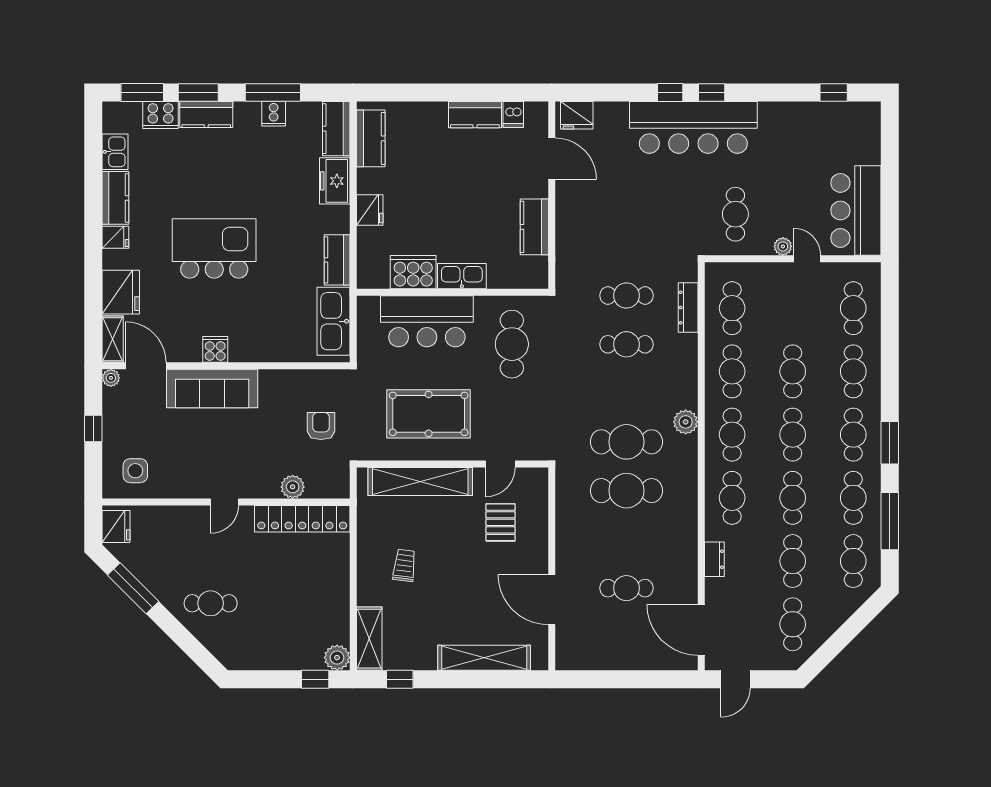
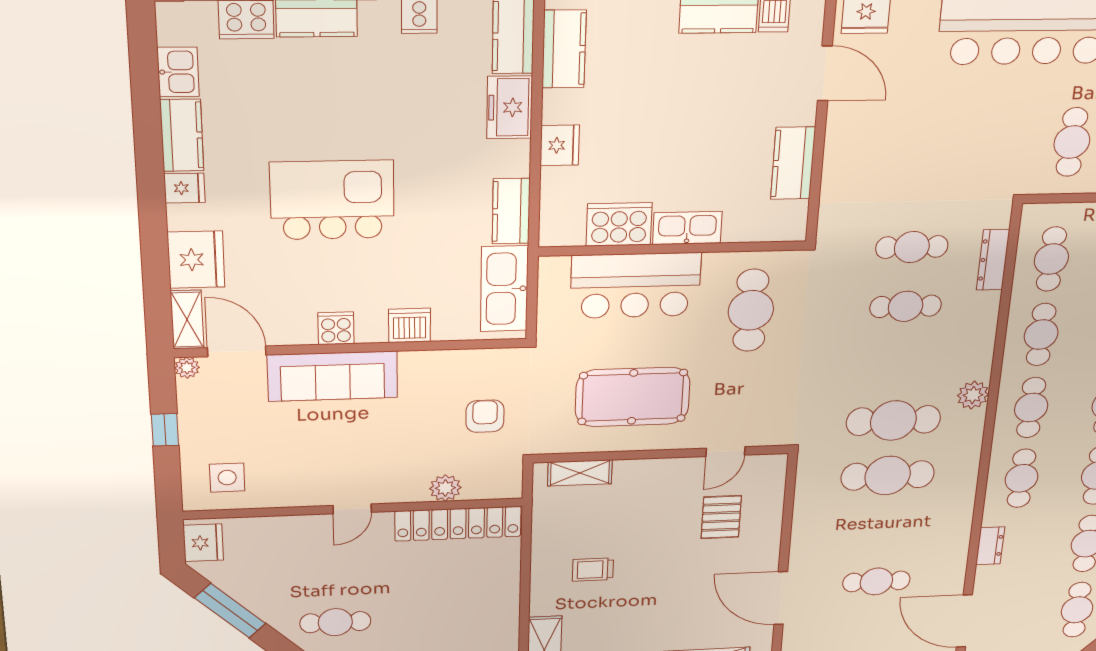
dishwasher: (267, 349) -> (409, 325), added
shelving: (420, 482) -> (580, 473), width x0.45, depth x0.75
trolley: (404, 565) -> (593, 570), turned -97

